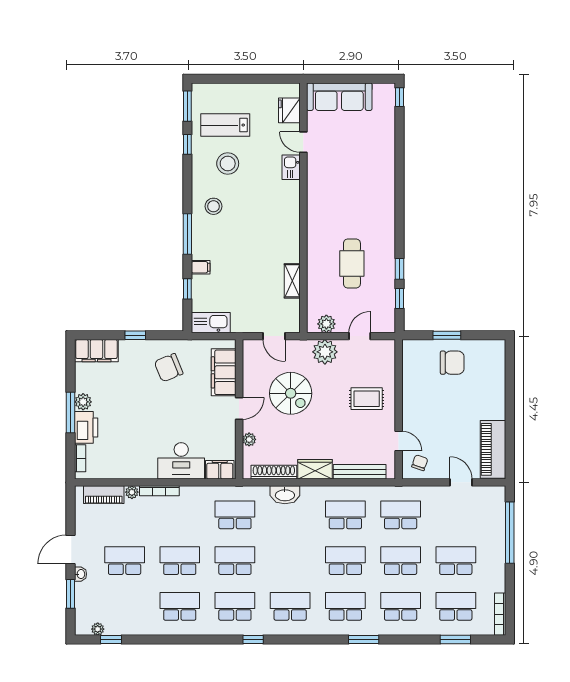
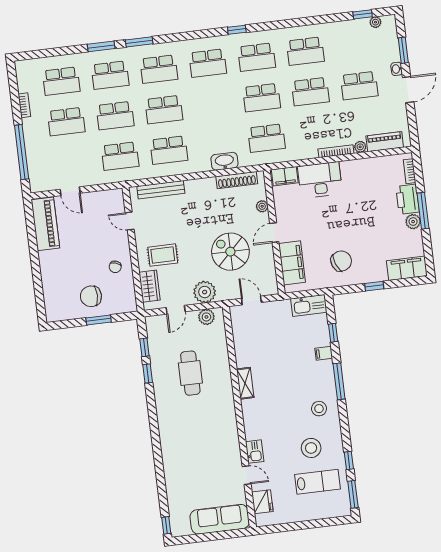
shelving: (292, 281) -> (245, 383), moved
chair: (420, 463) -> (115, 267), moved
wardrobe: (315, 469) -> (150, 286), moved, turned -90
bookcase: (500, 614) -> (24, 105), moved, width x0.64
window: (455, 639) -> (101, 46), moved

